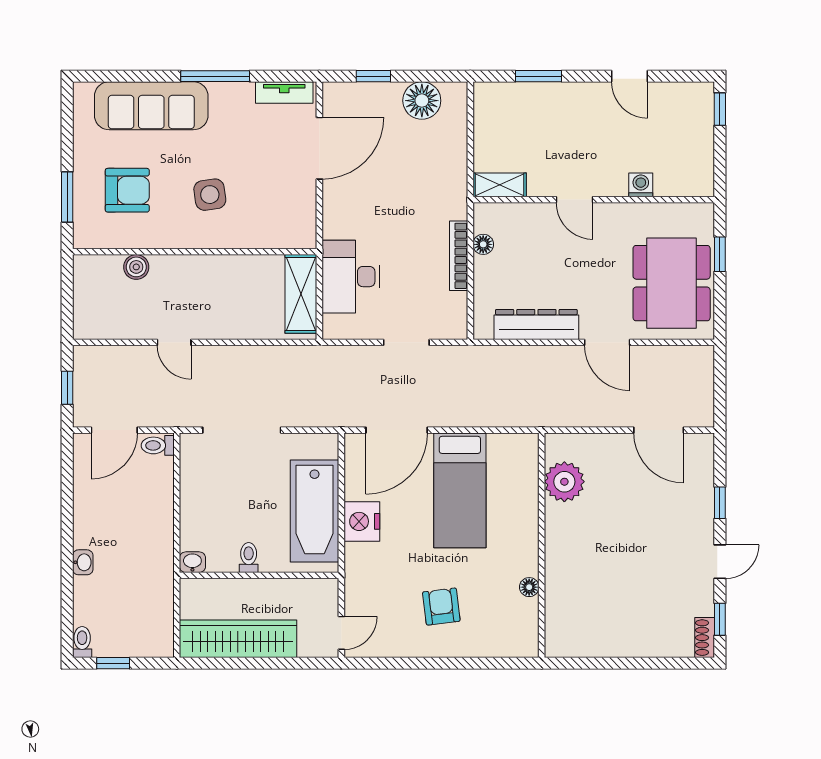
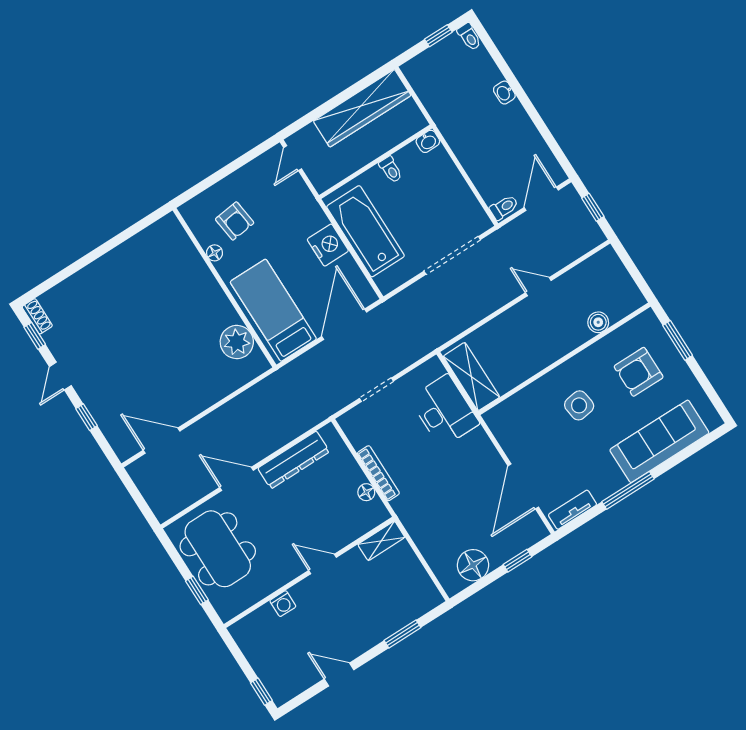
plant: (564, 482) -> (237, 342), moved
wall: (542, 545) -> (224, 288), moved
floor lamp: (529, 587) -> (215, 253), moved

